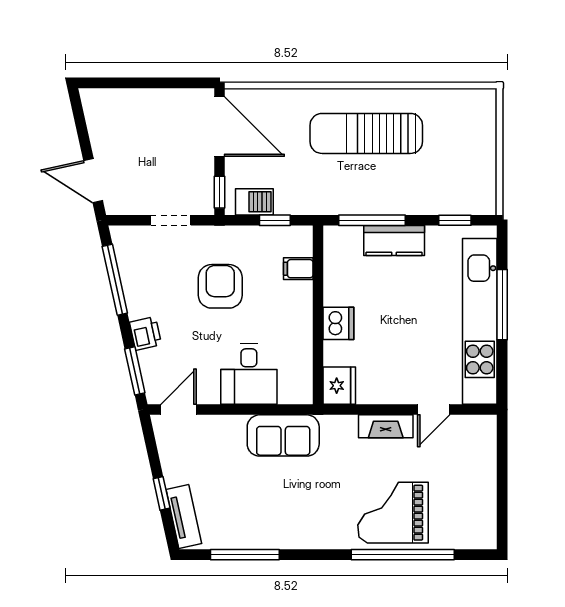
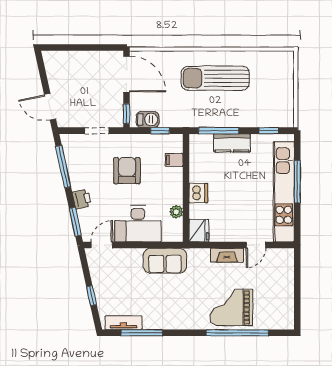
plant: (302, 355) -> (176, 212), added
desk: (249, 374) -> (138, 224), width x1.37
tv unit: (184, 516) -> (124, 323), moved, turned -78

